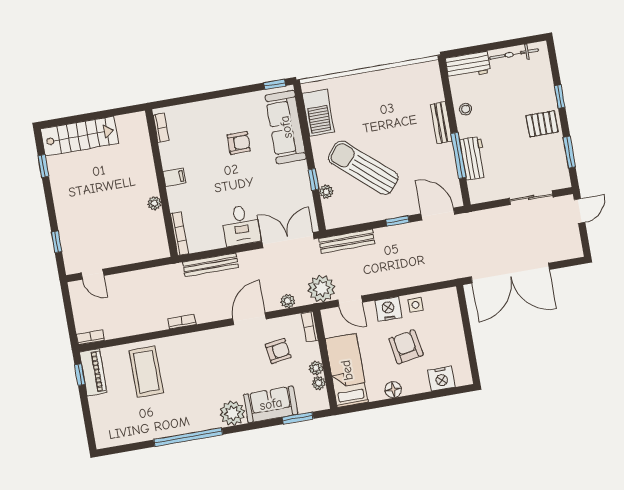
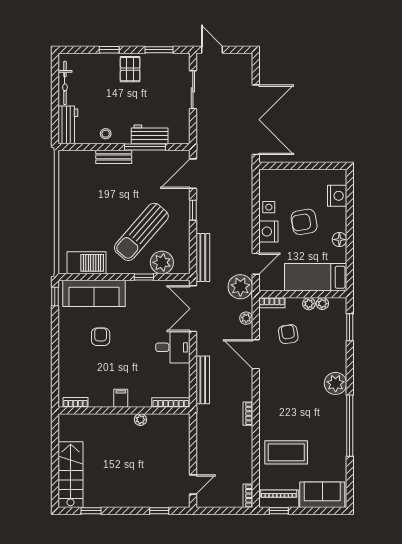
plant: (326, 192) -> (162, 262), width x1.87, depth x1.87
sofa: (271, 404) -> (322, 495), moved, turned 90

